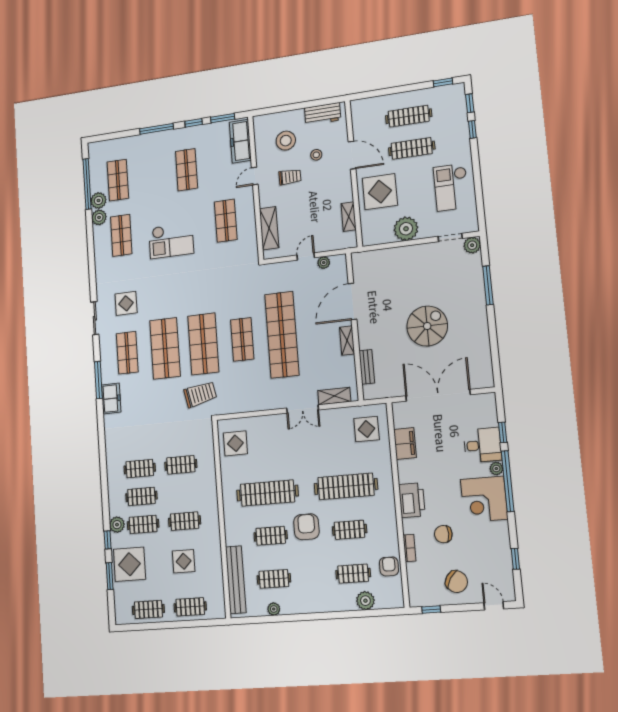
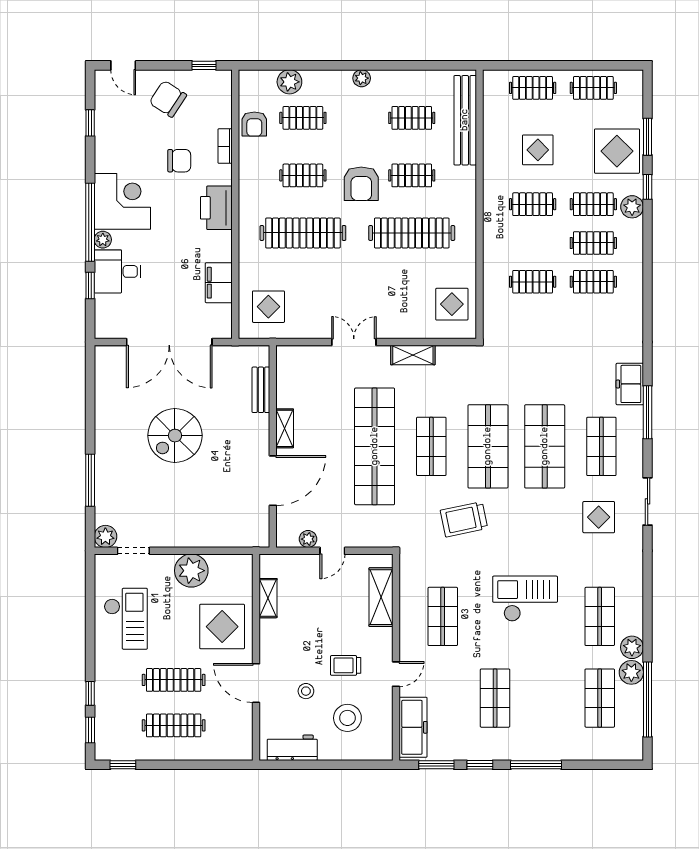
trolley: (200, 394) -> (464, 519), moved
shelving: (334, 396) -> (413, 355), moved
plant: (274, 609) -> (362, 78), moved

